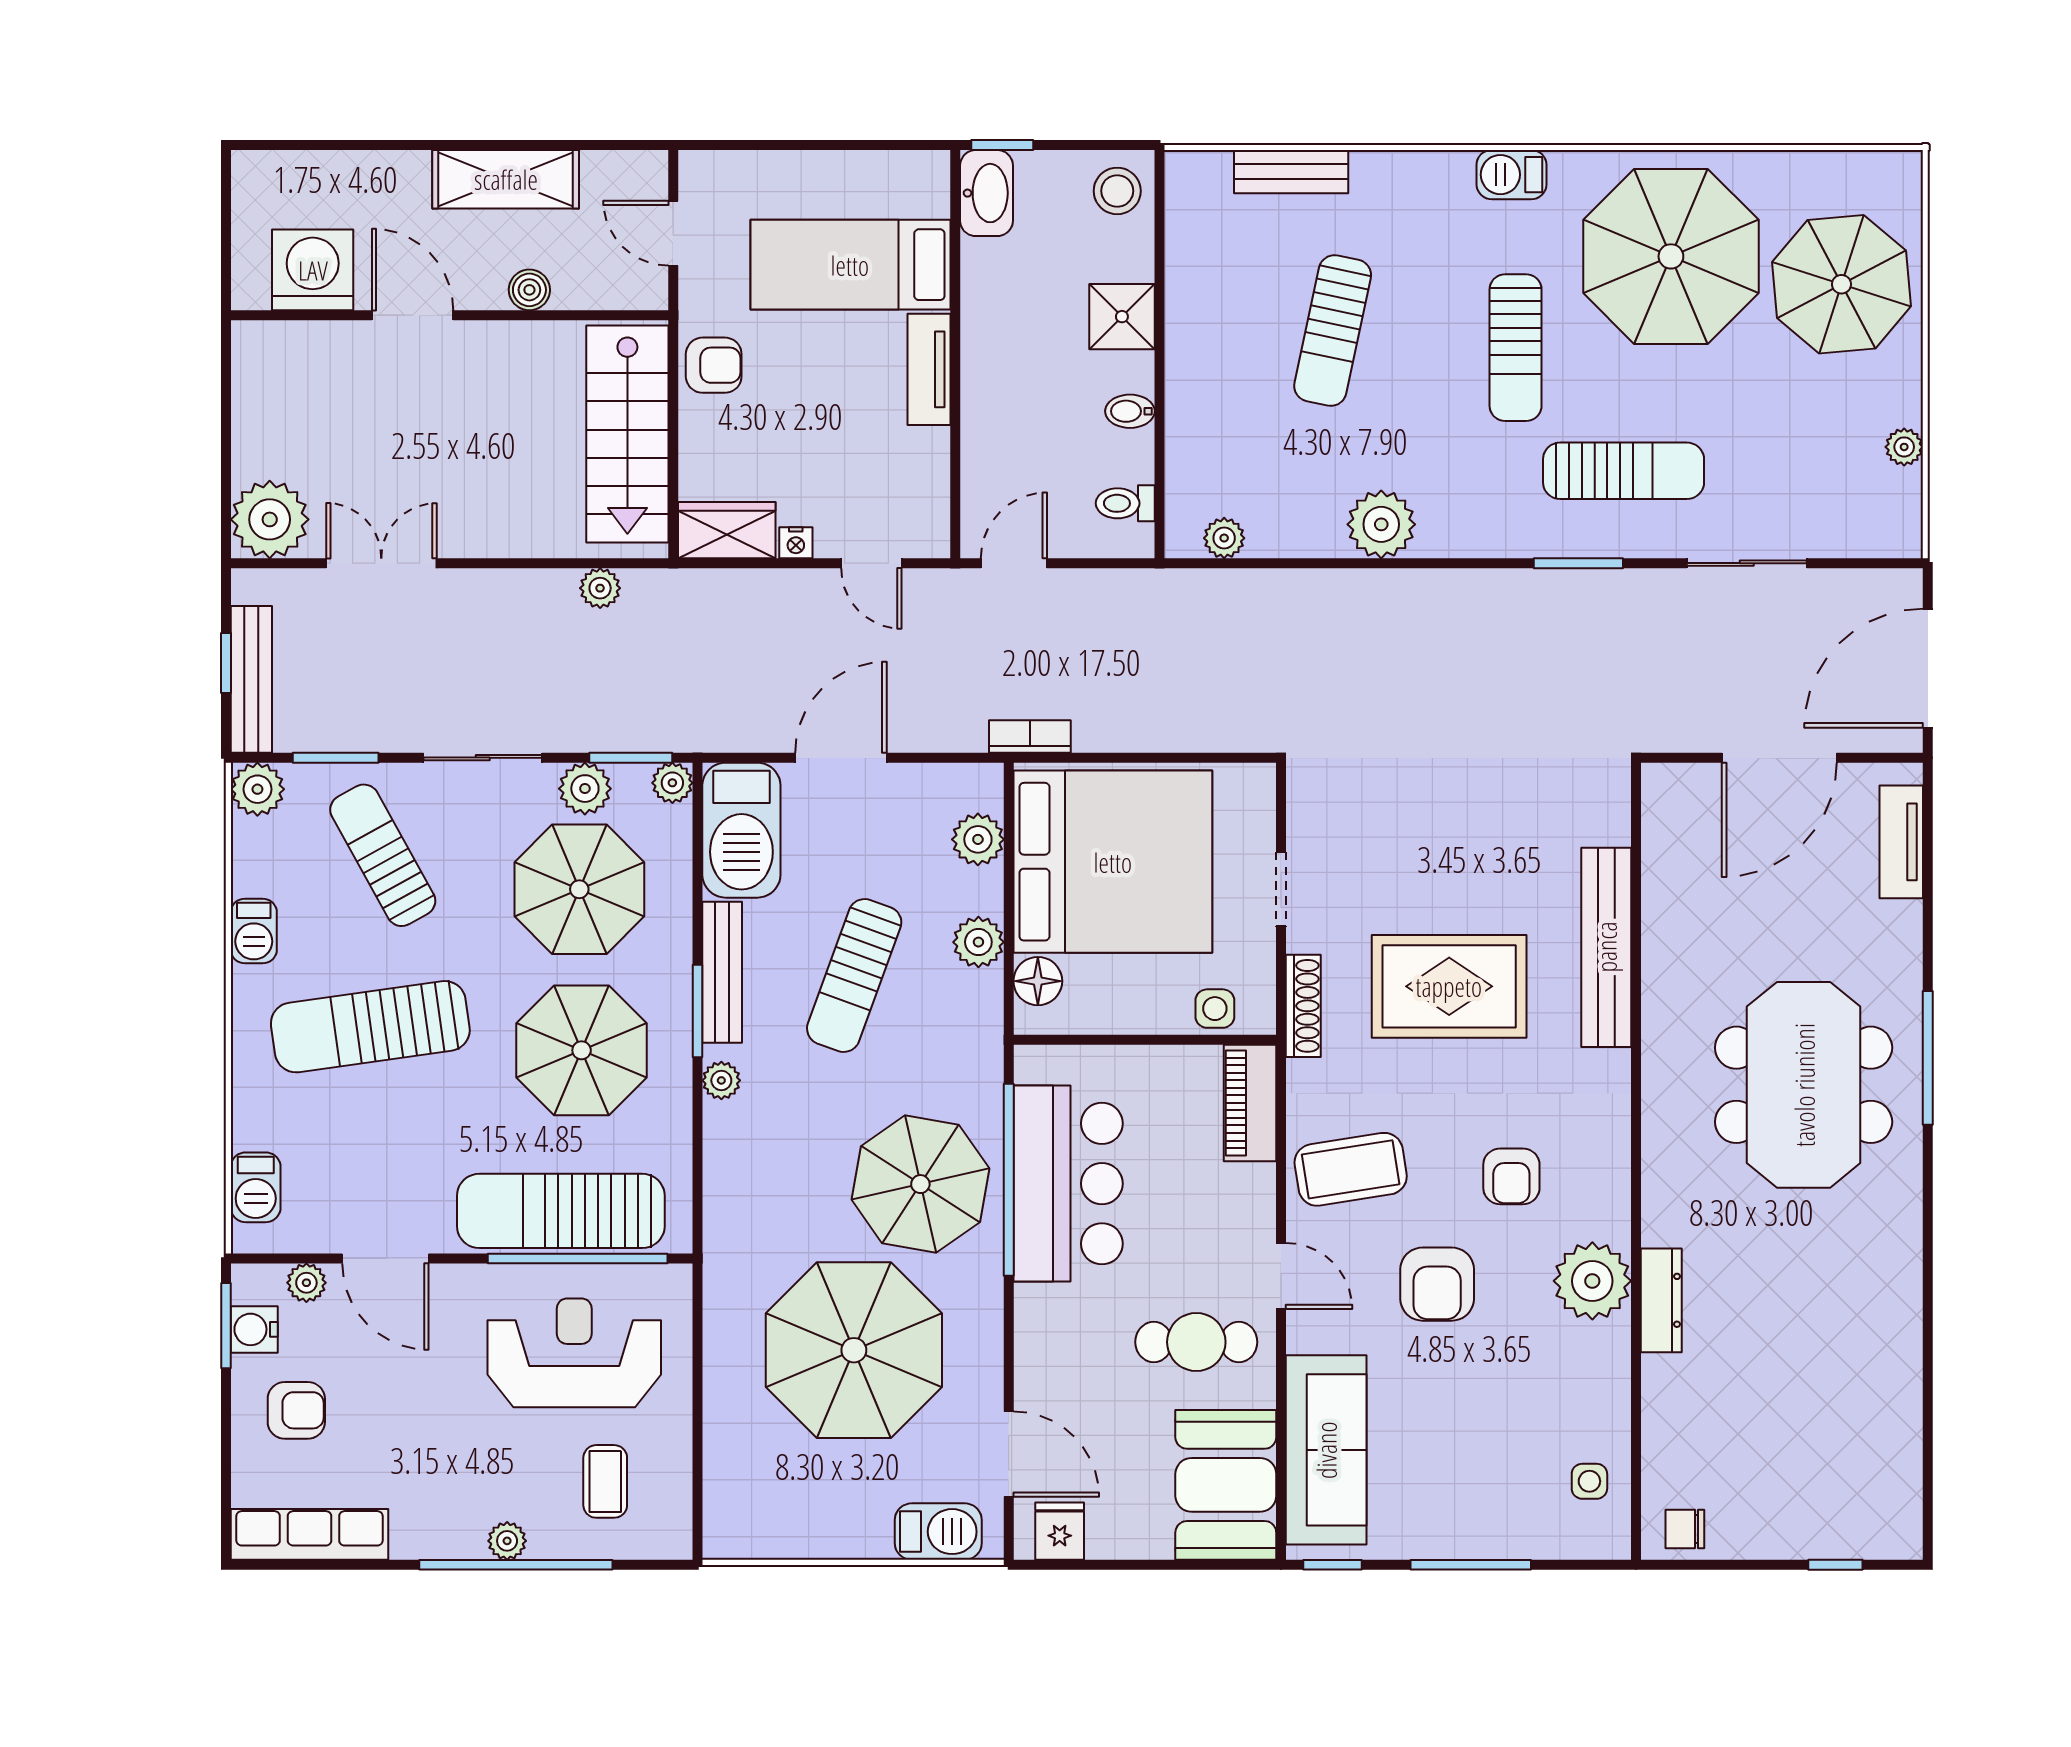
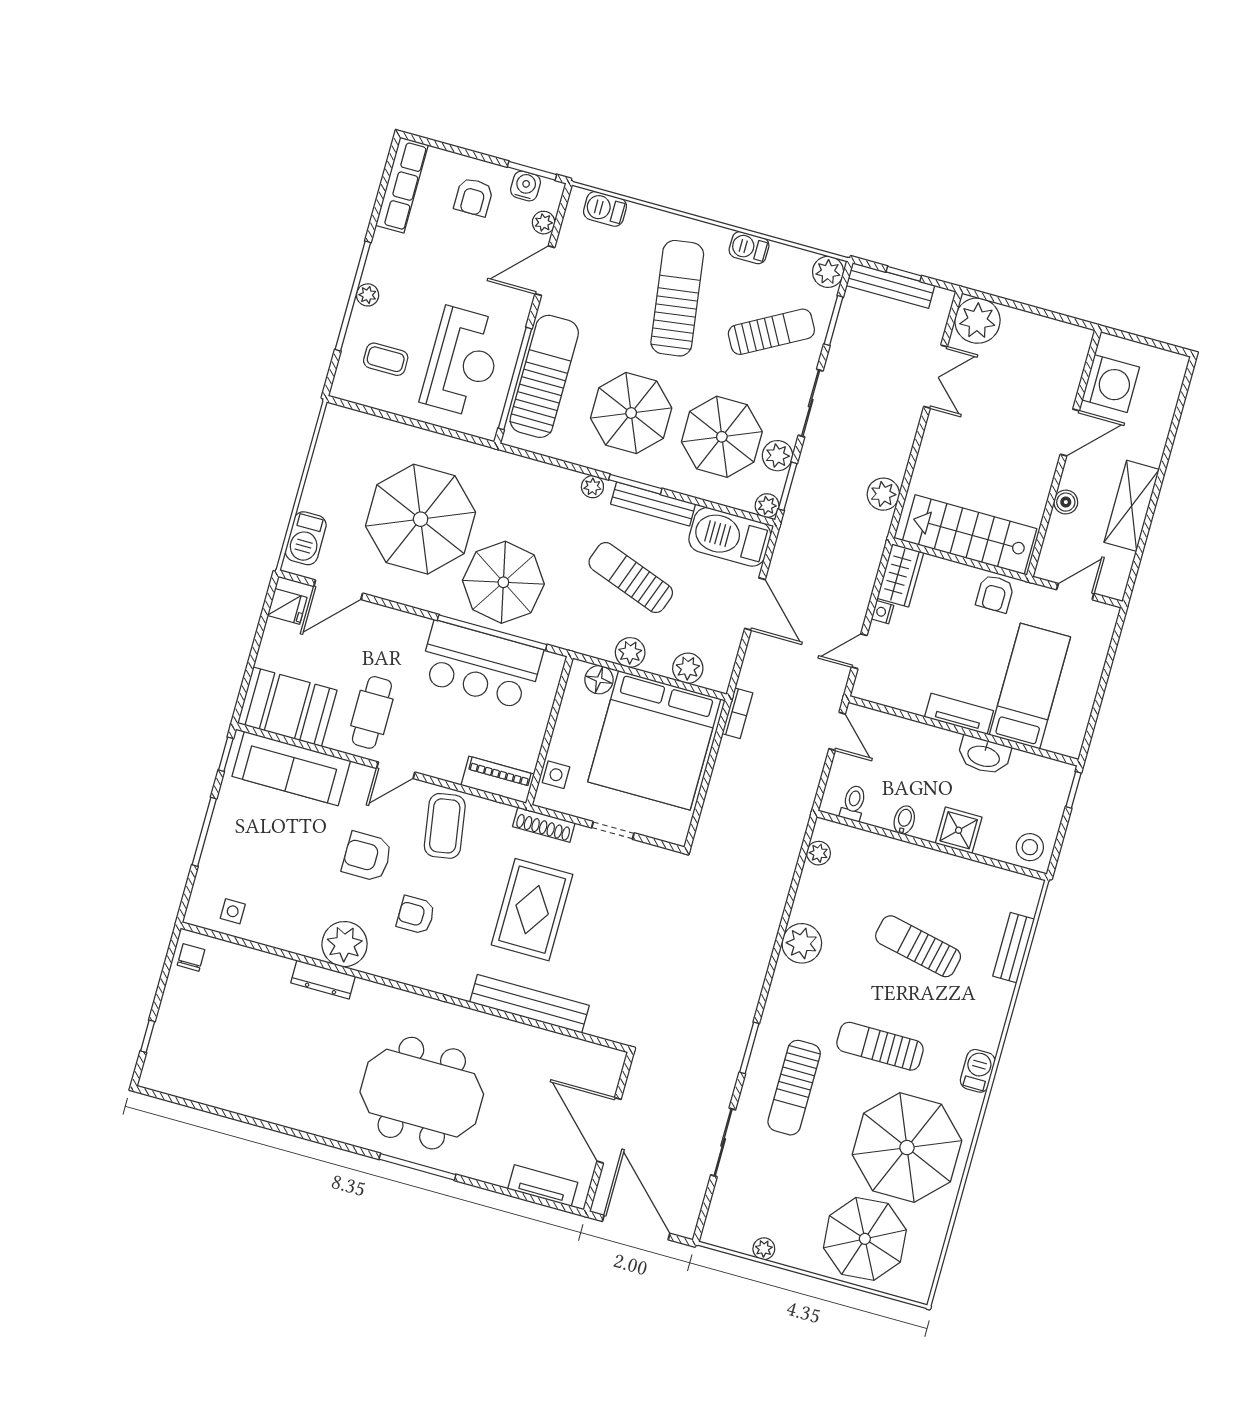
washbasin: (986, 193) -> (984, 755), moved
plant: (600, 588) -> (883, 494), width x1.38, depth x1.38

